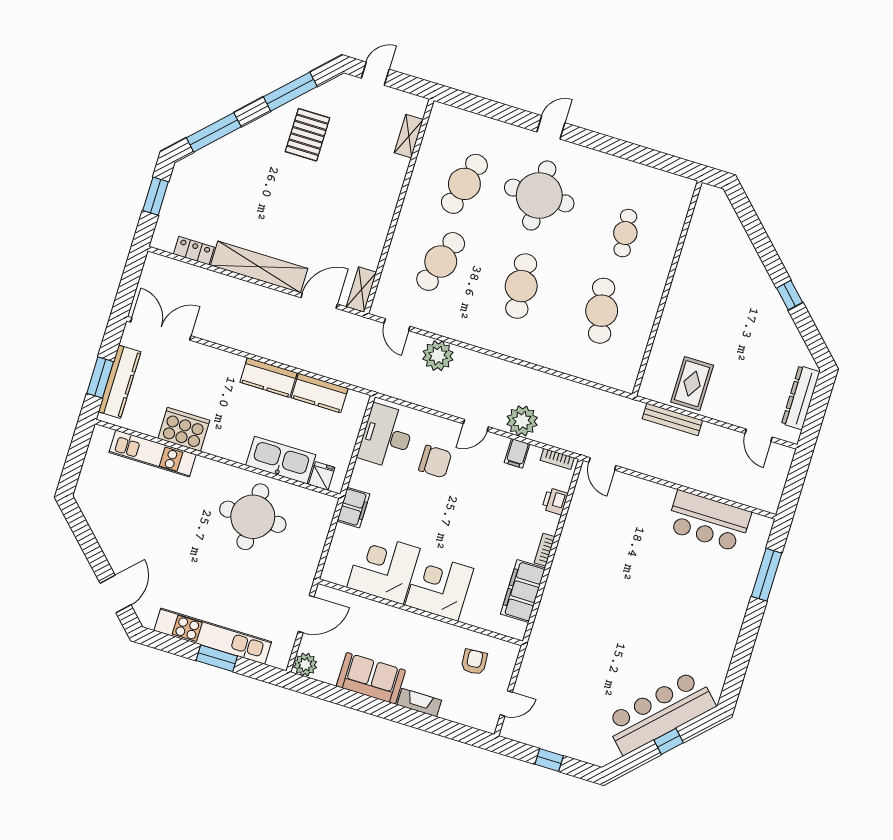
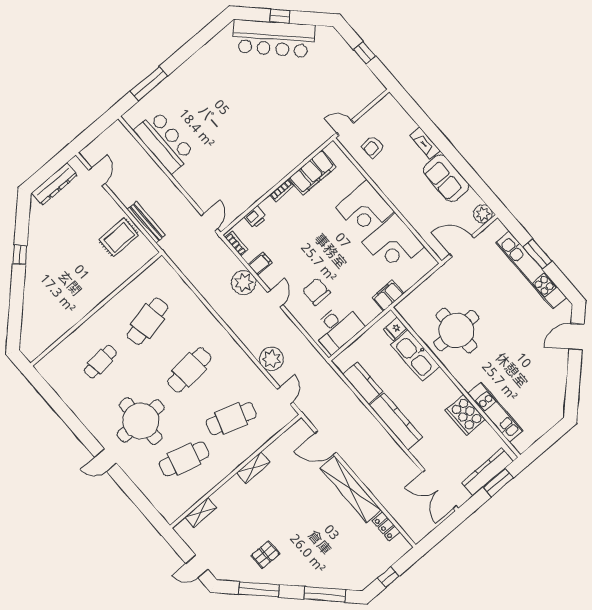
pallet: (307, 135) -> (265, 555), width x0.67, depth x0.71
window: (156, 196) -> (388, 577), width x0.67
shelving: (361, 289) -> (253, 468), moved
kitchen counter: (269, 378) -> (396, 421), width x1.50
door: (476, 425) -> (275, 299), hinge flipped
door: (506, 703) -> (345, 128), moved

